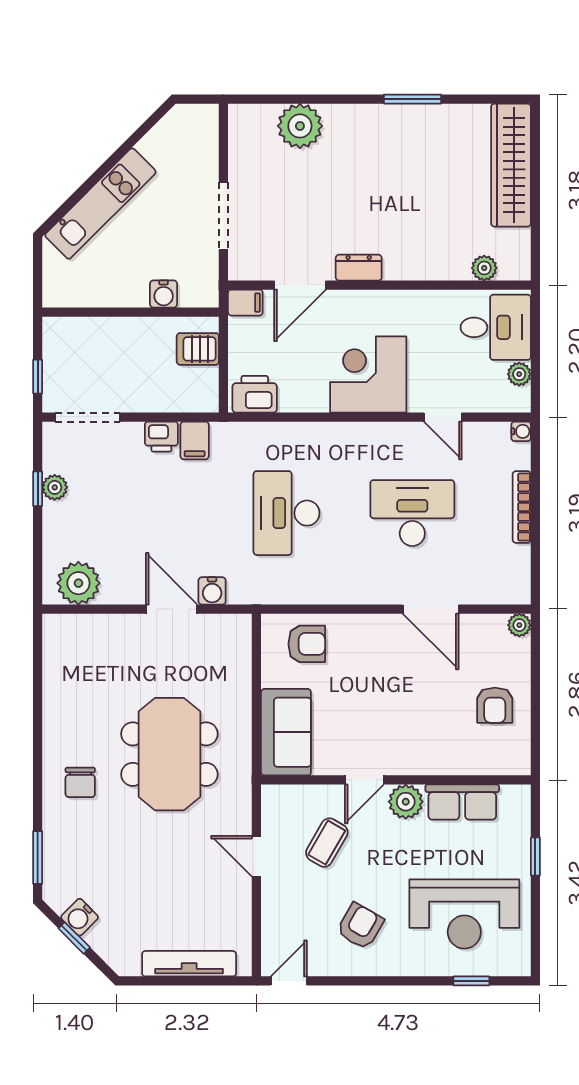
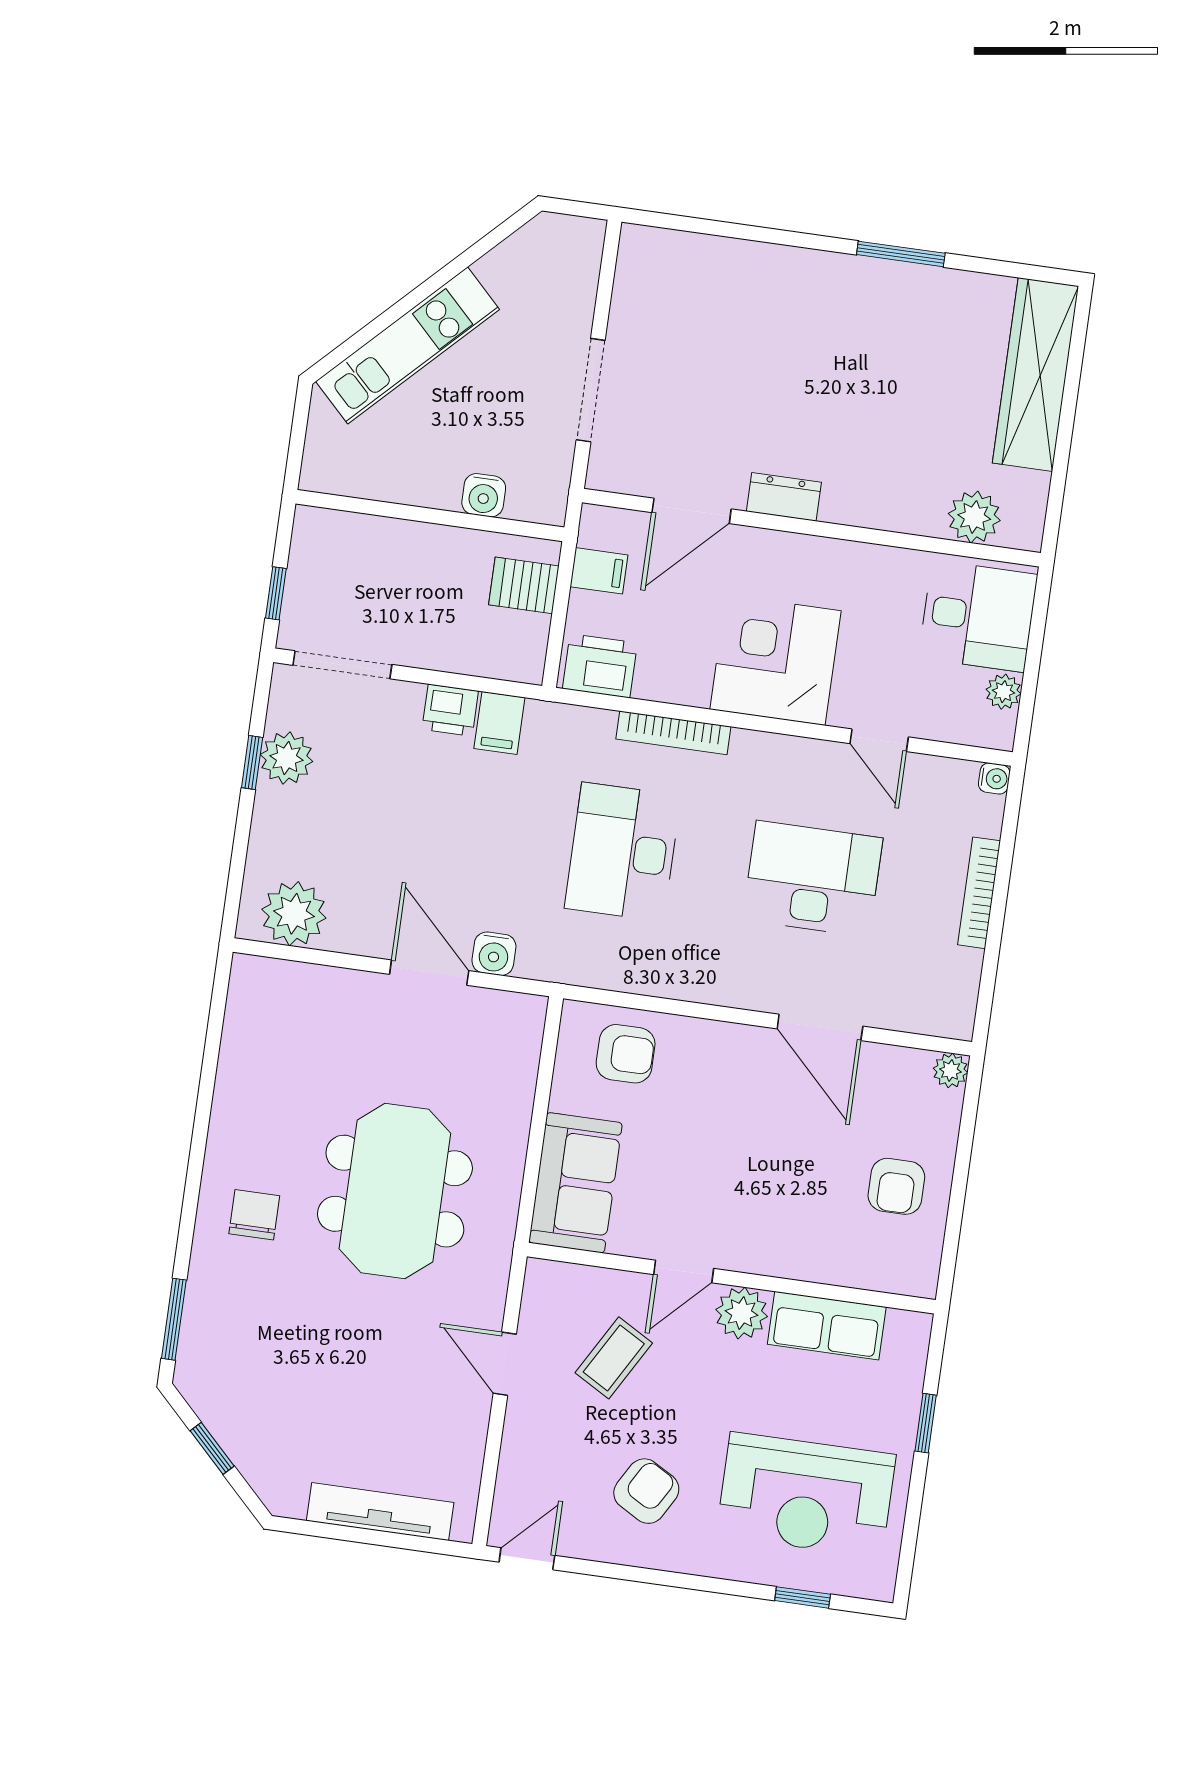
plant: (300, 126) -> (725, 271), removed
plant: (484, 268) -> (974, 517), width x1.38, depth x1.38
filing cabinet: (245, 303) -> (599, 571), moved
bookcase: (308, 431) -> (673, 733), added
plant: (55, 487) -> (286, 758), width x1.38, depth x1.38
chair: (80, 782) -> (254, 1215), turned 180
water cooler: (80, 917) -> (225, 1418), removed

